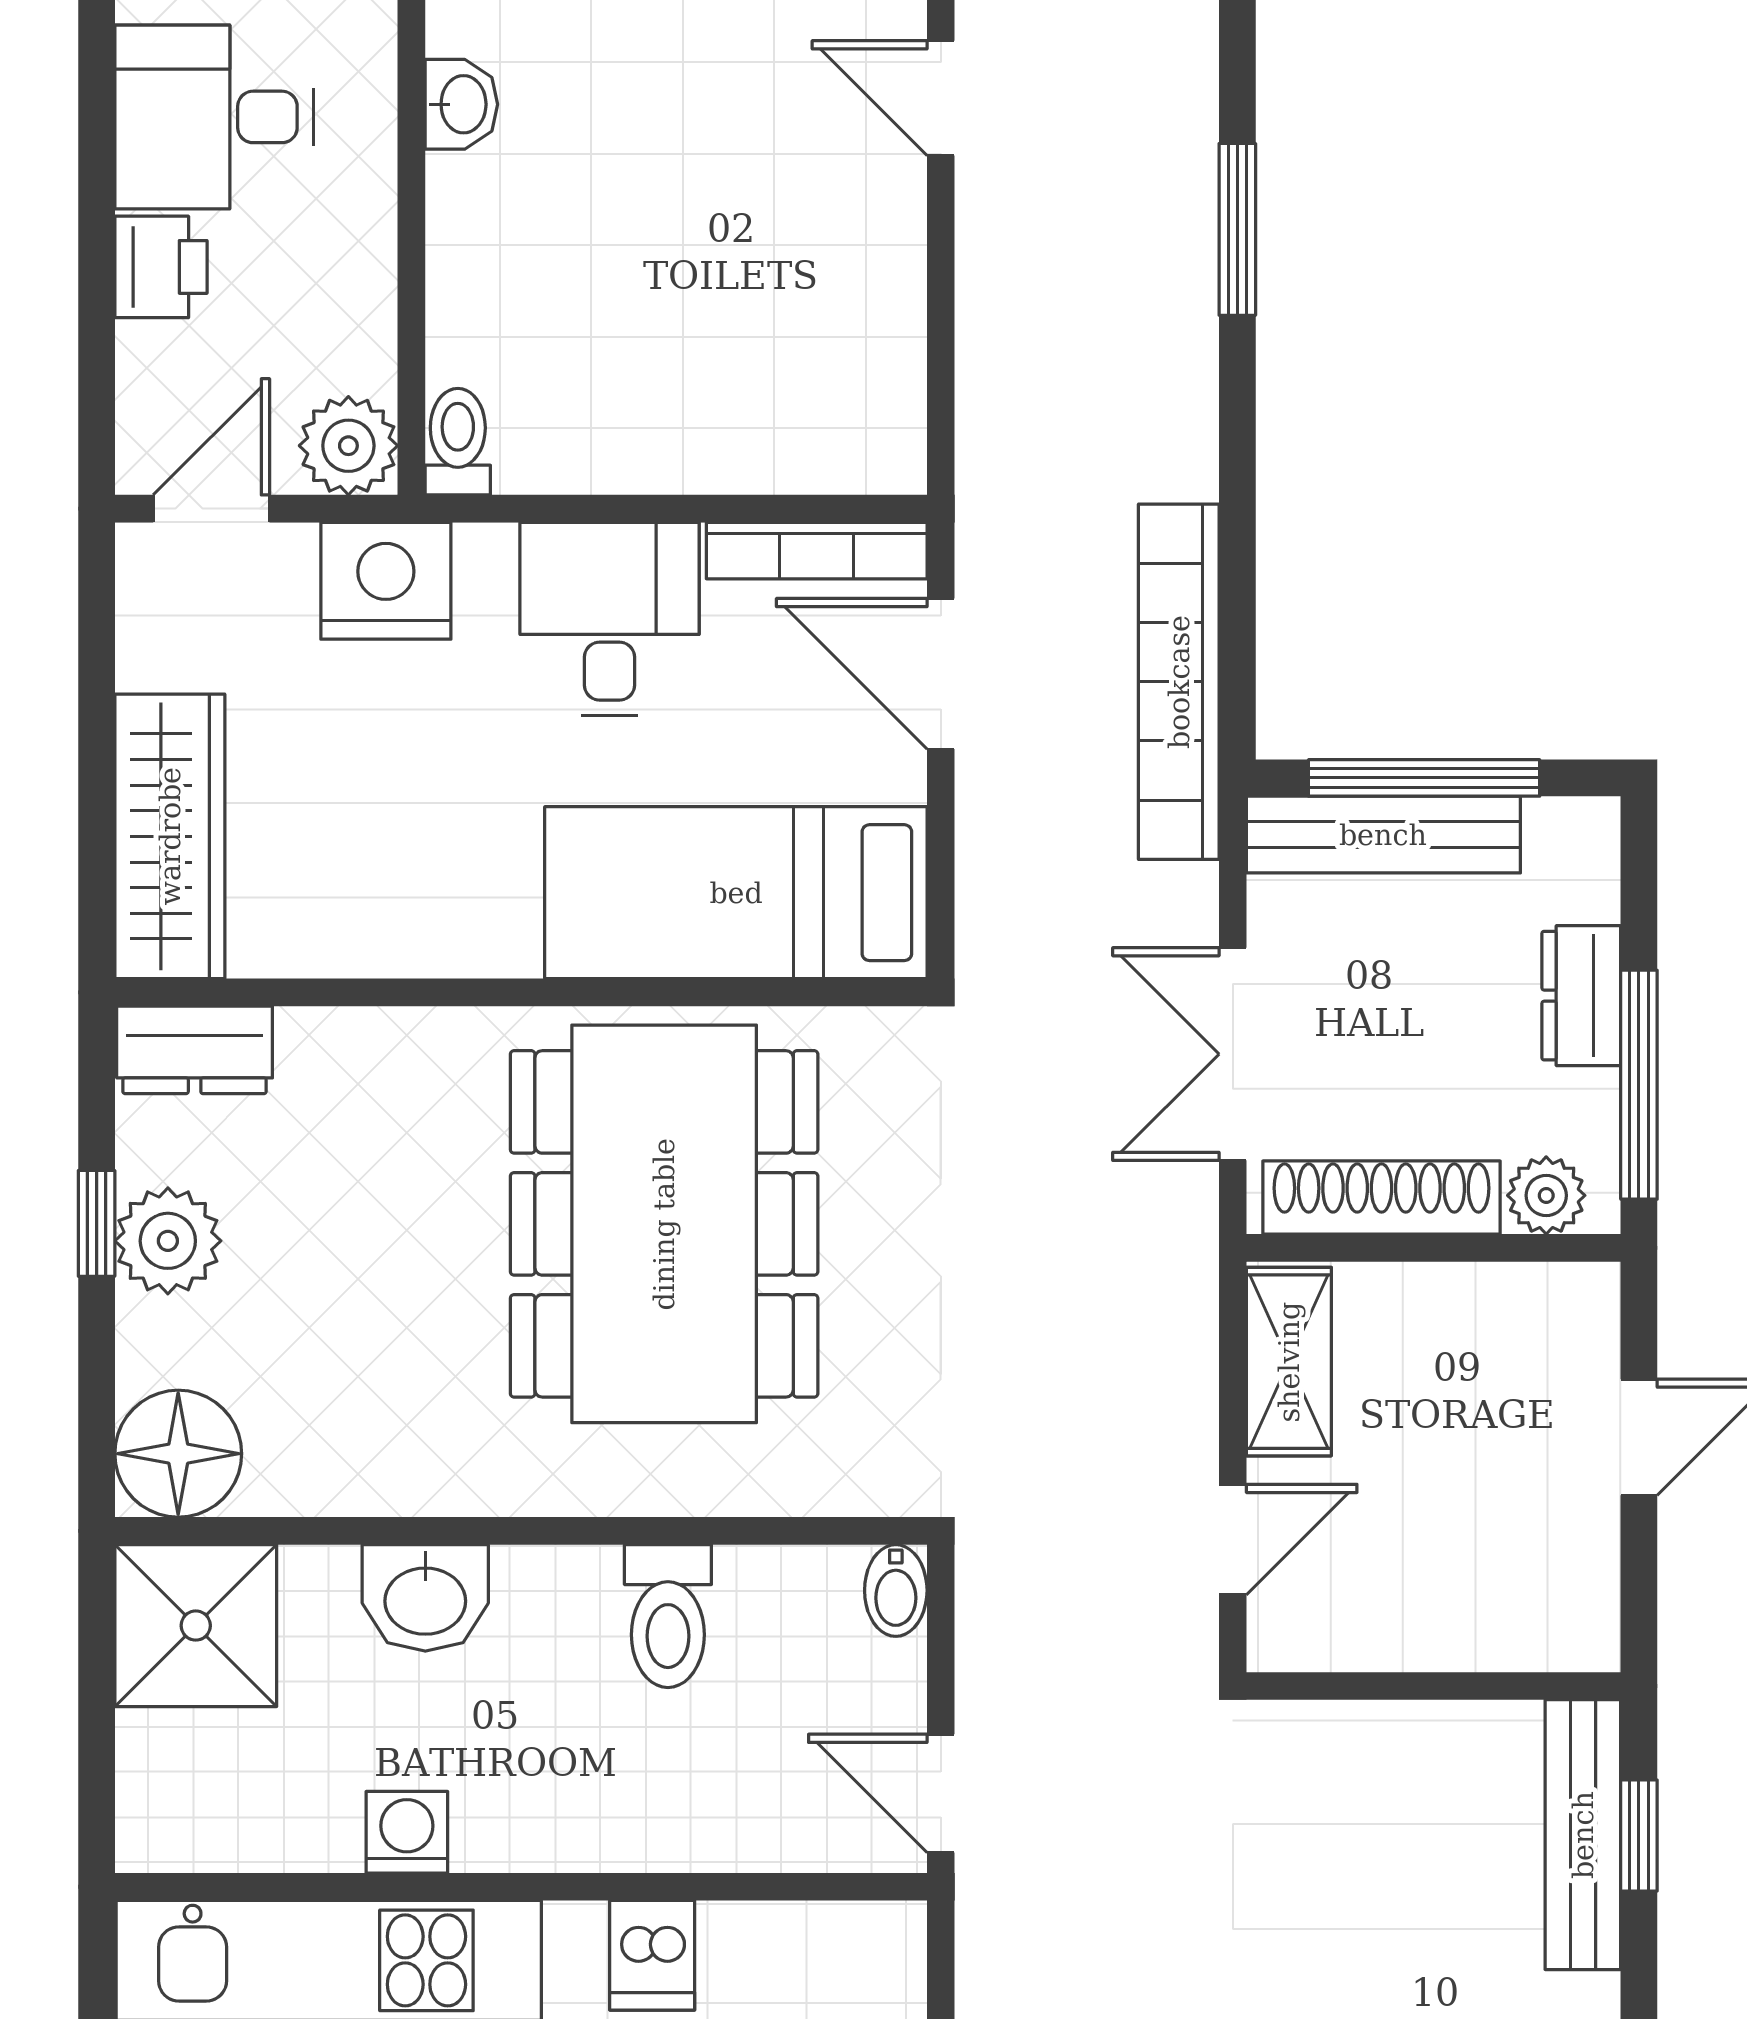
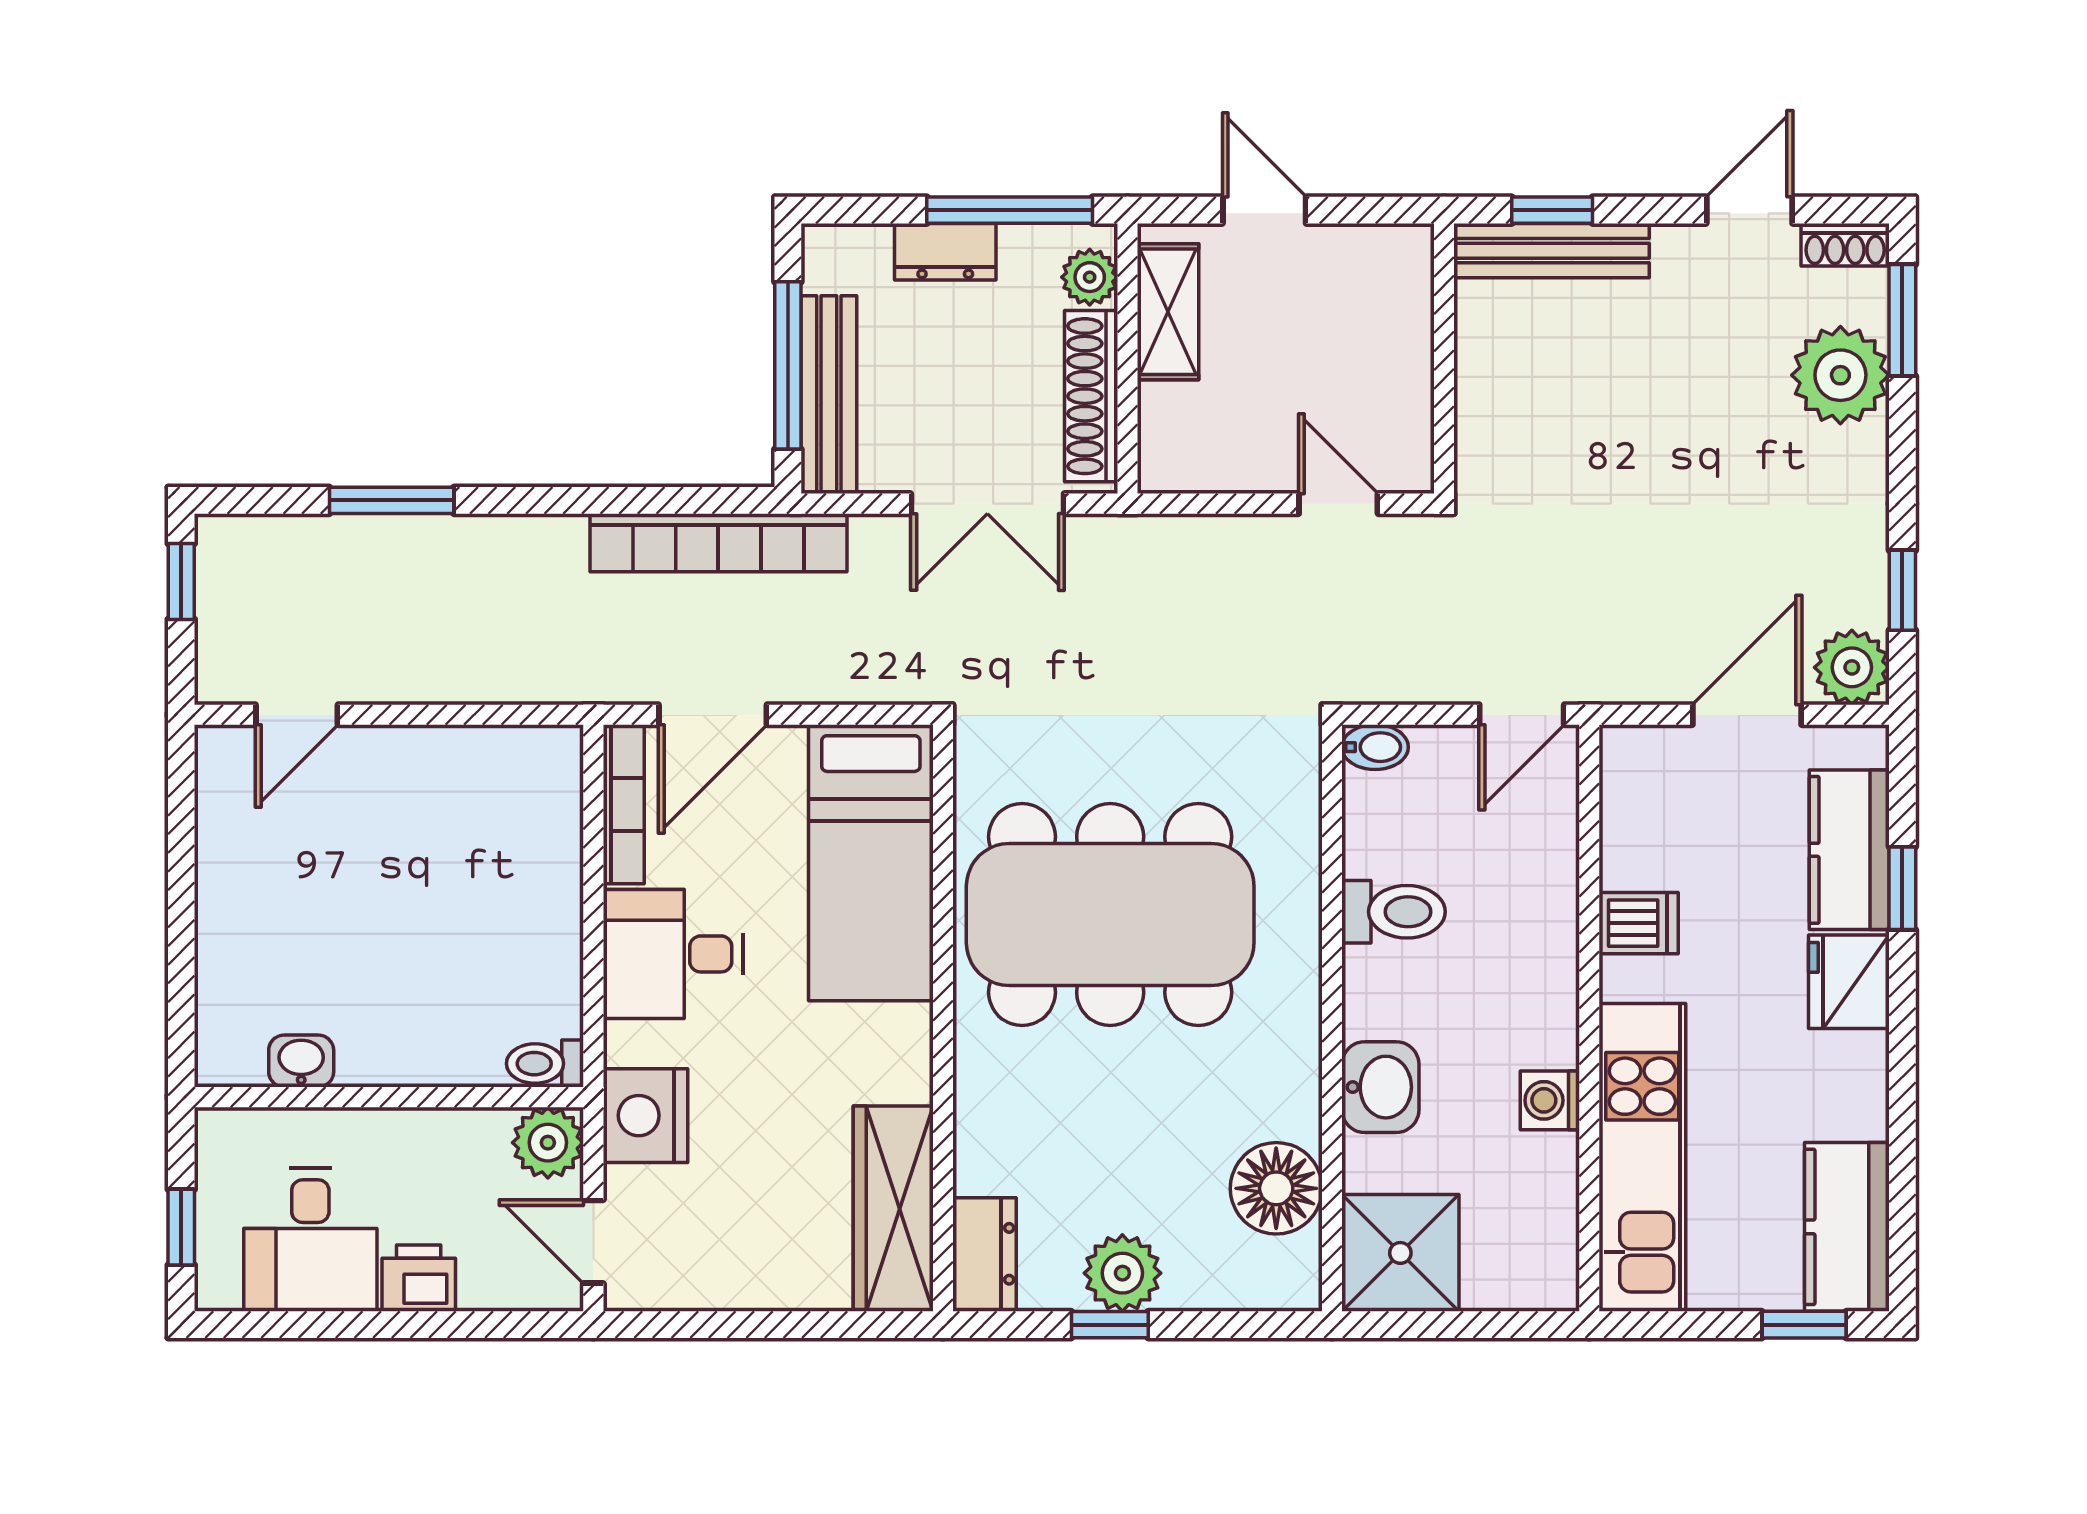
wardrobe: (170, 836) -> (893, 1209), moved, turned -90
shelving: (1289, 1362) -> (1168, 312), moved, turned 90
floor lamp: (178, 1454) -> (1276, 1188), moved

